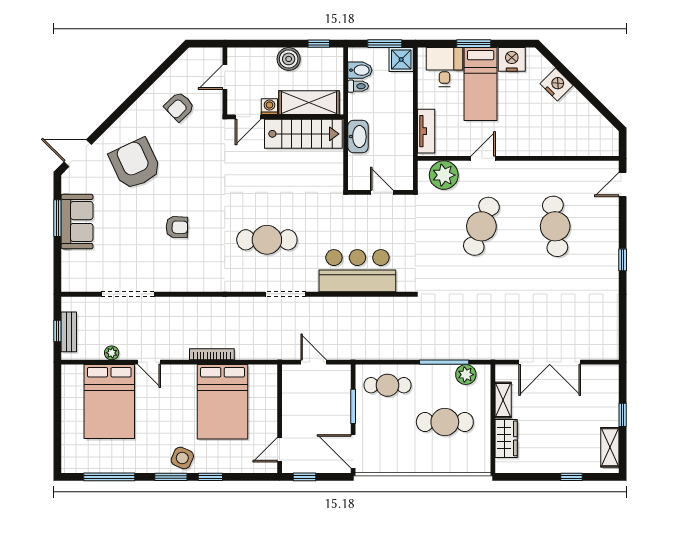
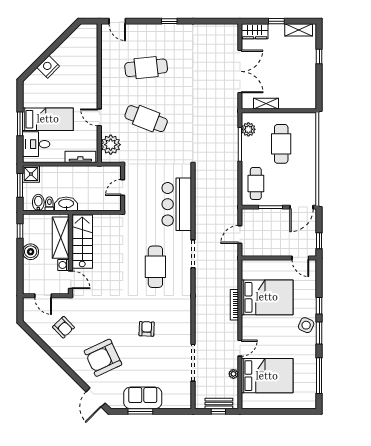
nightstand: (512, 59) -> (31, 98), removed
washbasin: (358, 137) -> (66, 204), moved
wardrobe: (506, 438) -> (255, 31), moved, turned 180

